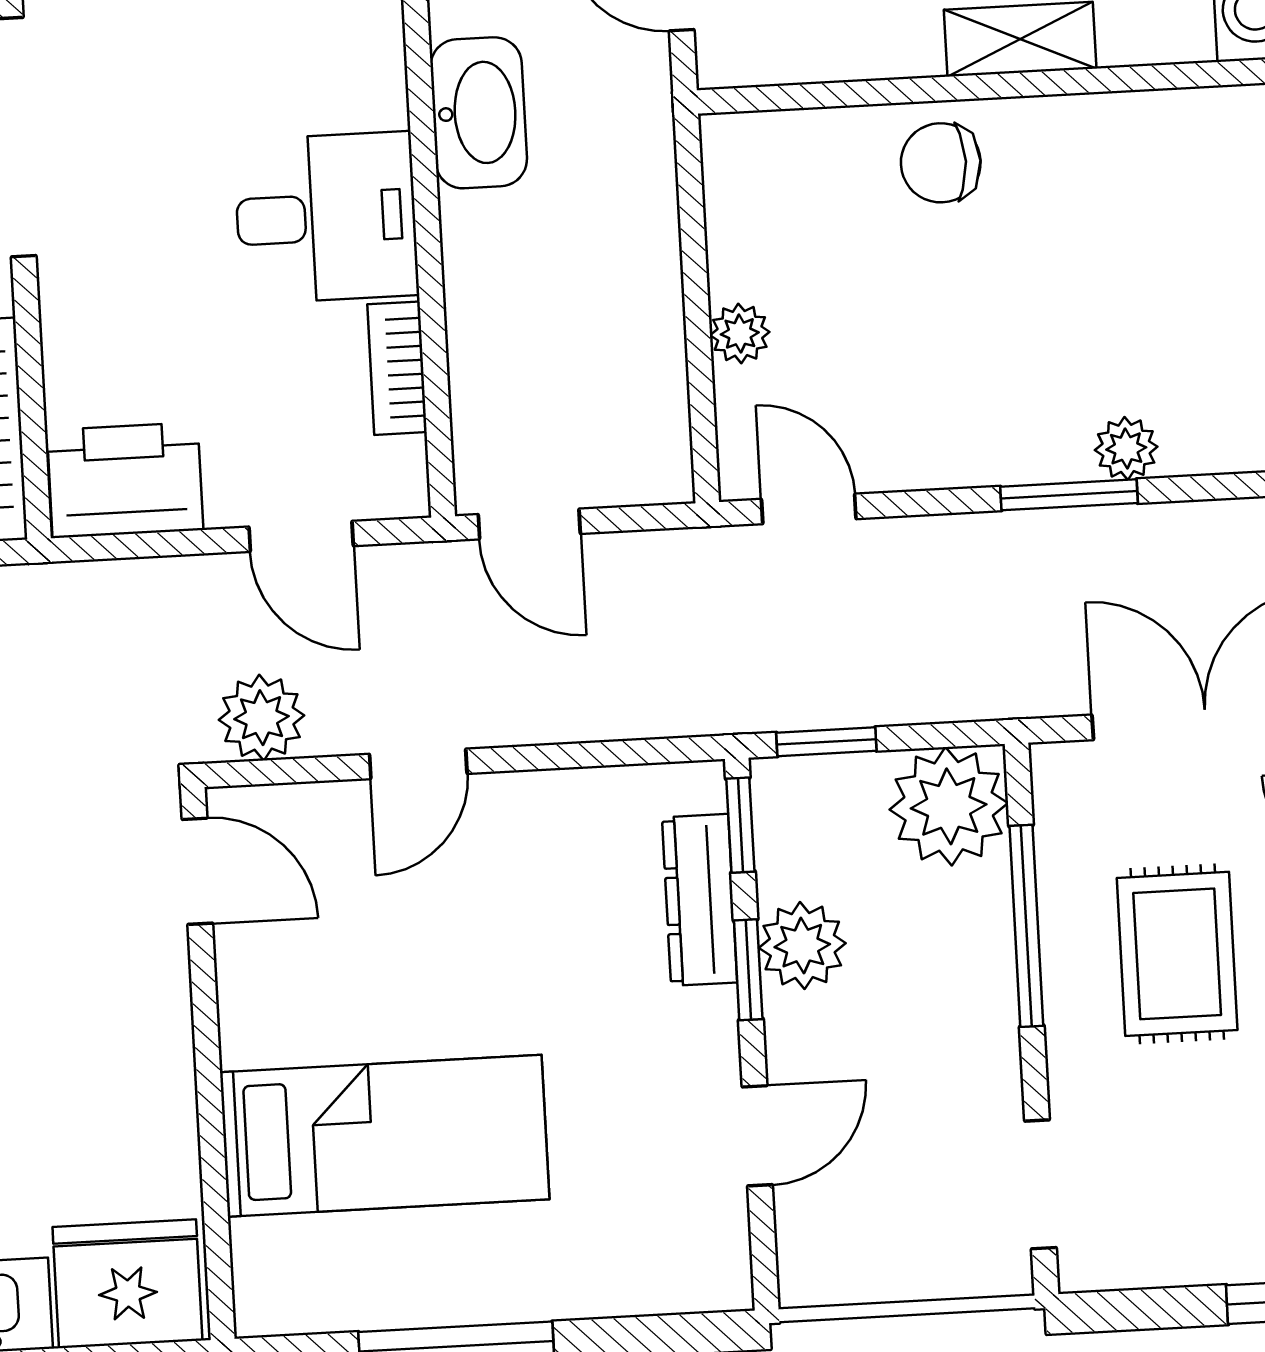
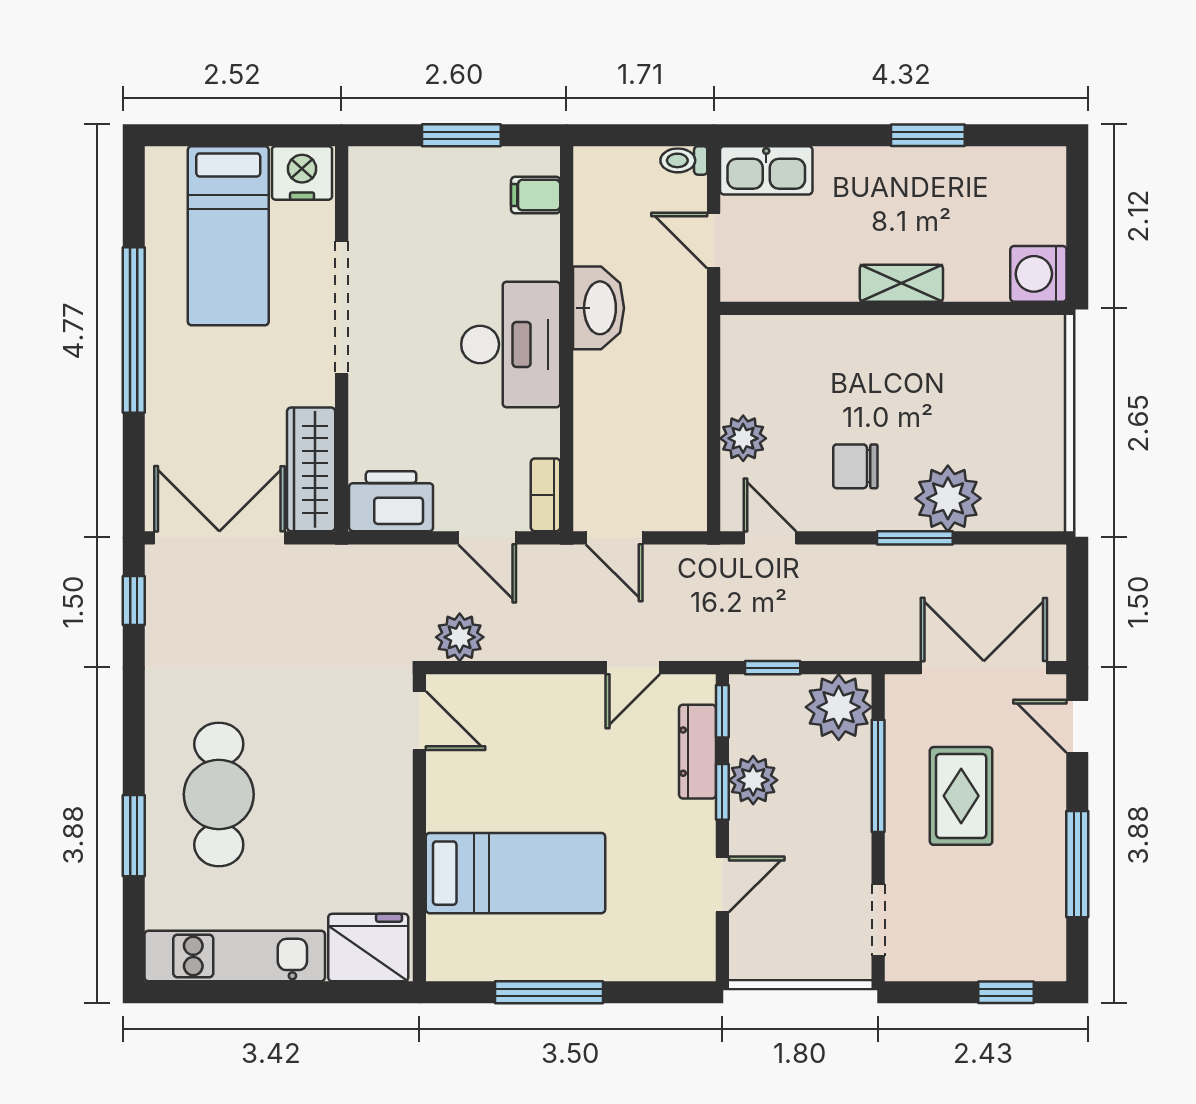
chair: (941, 163) -> (855, 466), moved
desk: (326, 218) -> (511, 344), width x1.37
plant: (740, 333) -> (743, 438), width x1.38, depth x1.38
bookcase: (397, 368) -> (546, 495), moved
plant: (1126, 448) -> (948, 498), width x1.88, depth x1.88
door: (418, 764) -> (633, 668), moved

